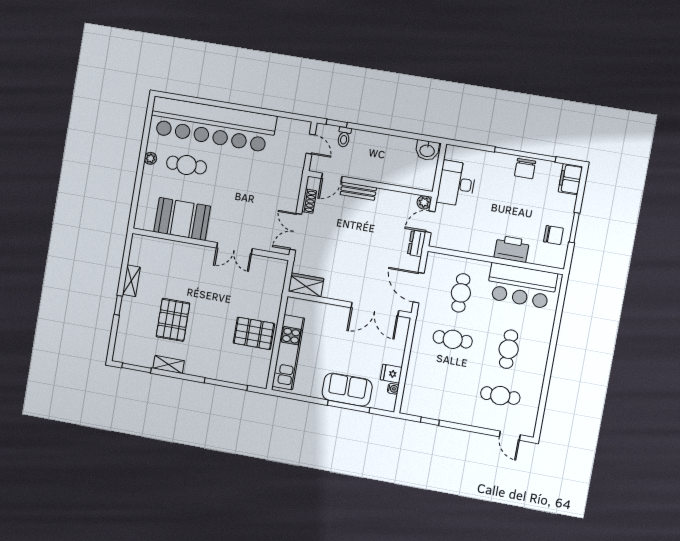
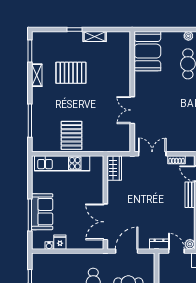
booth: (182, 219) -> (147, 51), moved

